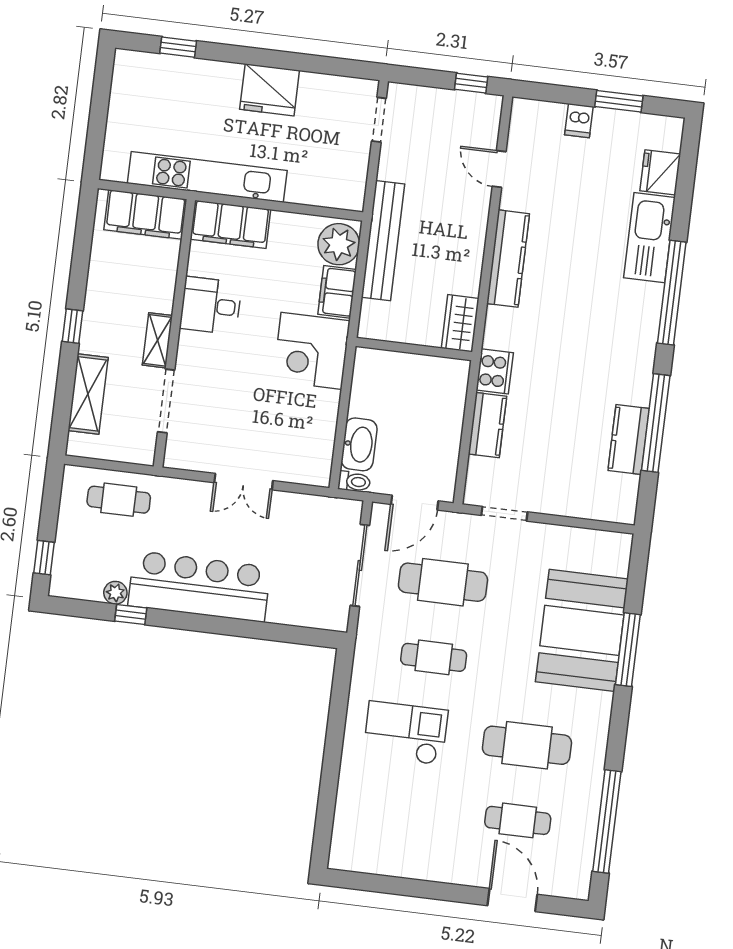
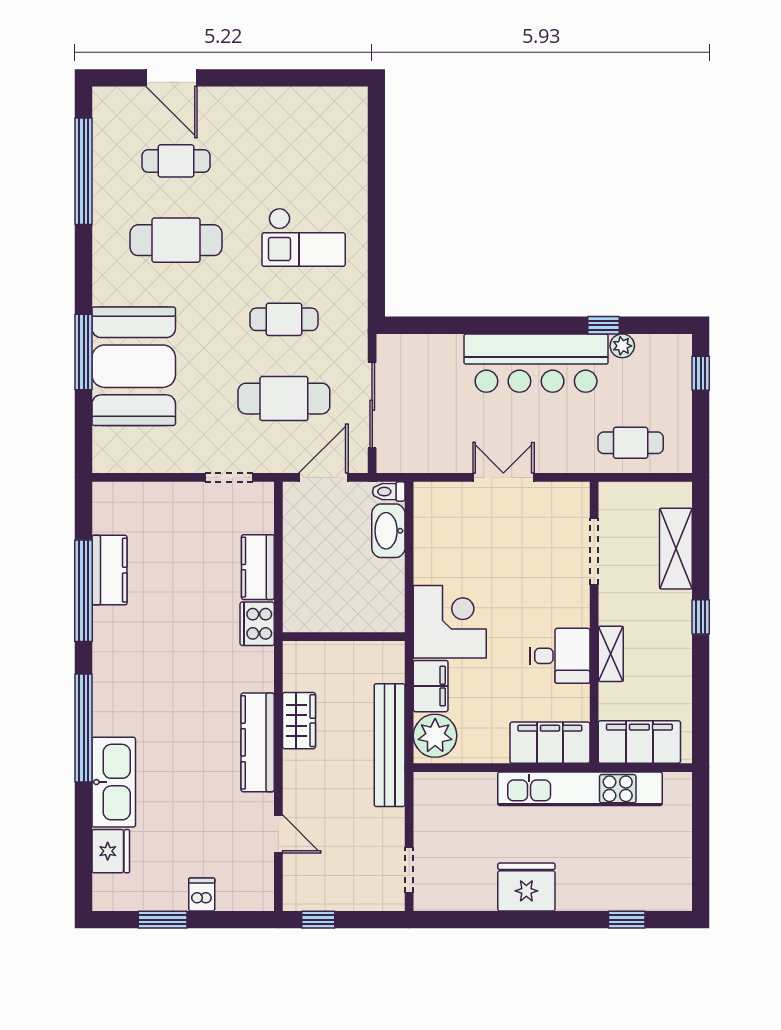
wardrobe: (460, 323) -> (299, 721), moved
shelving: (157, 340) -> (611, 654), moved

